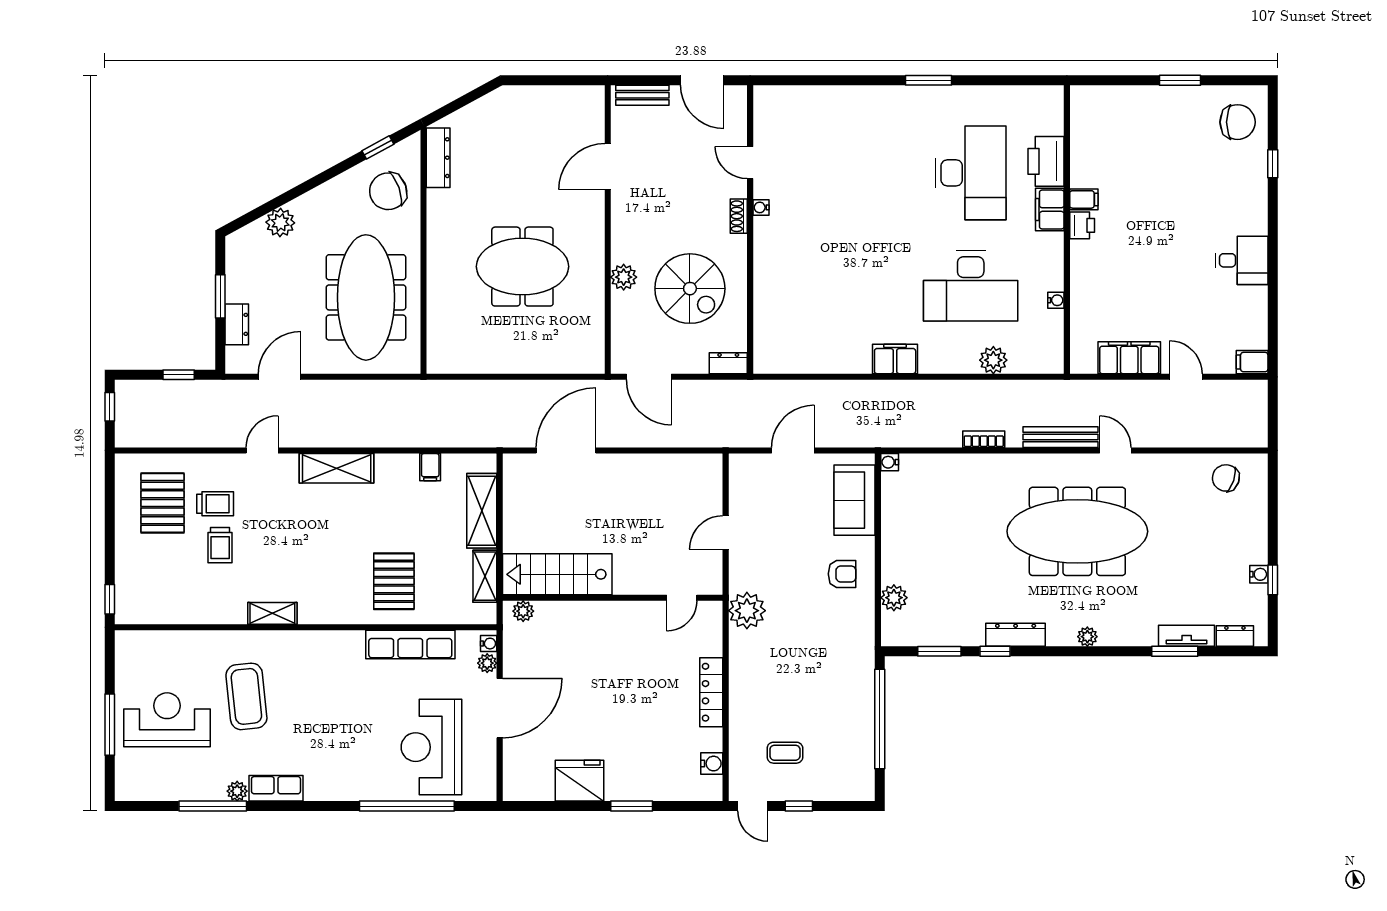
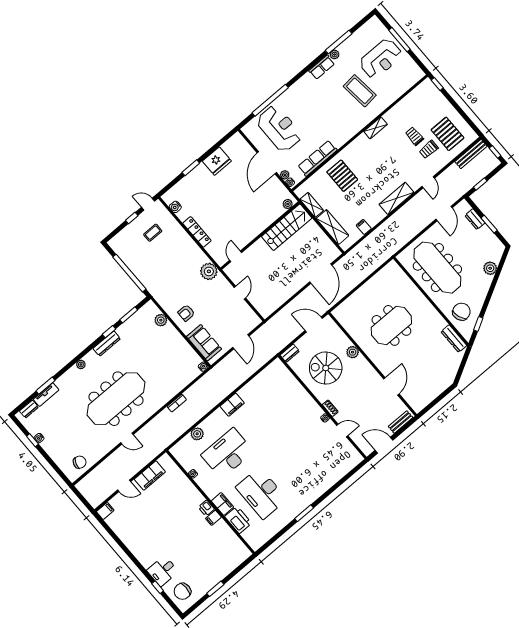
desk: (1242, 260) -> (163, 571), moved
bench: (1061, 437) -> (471, 154), moved

